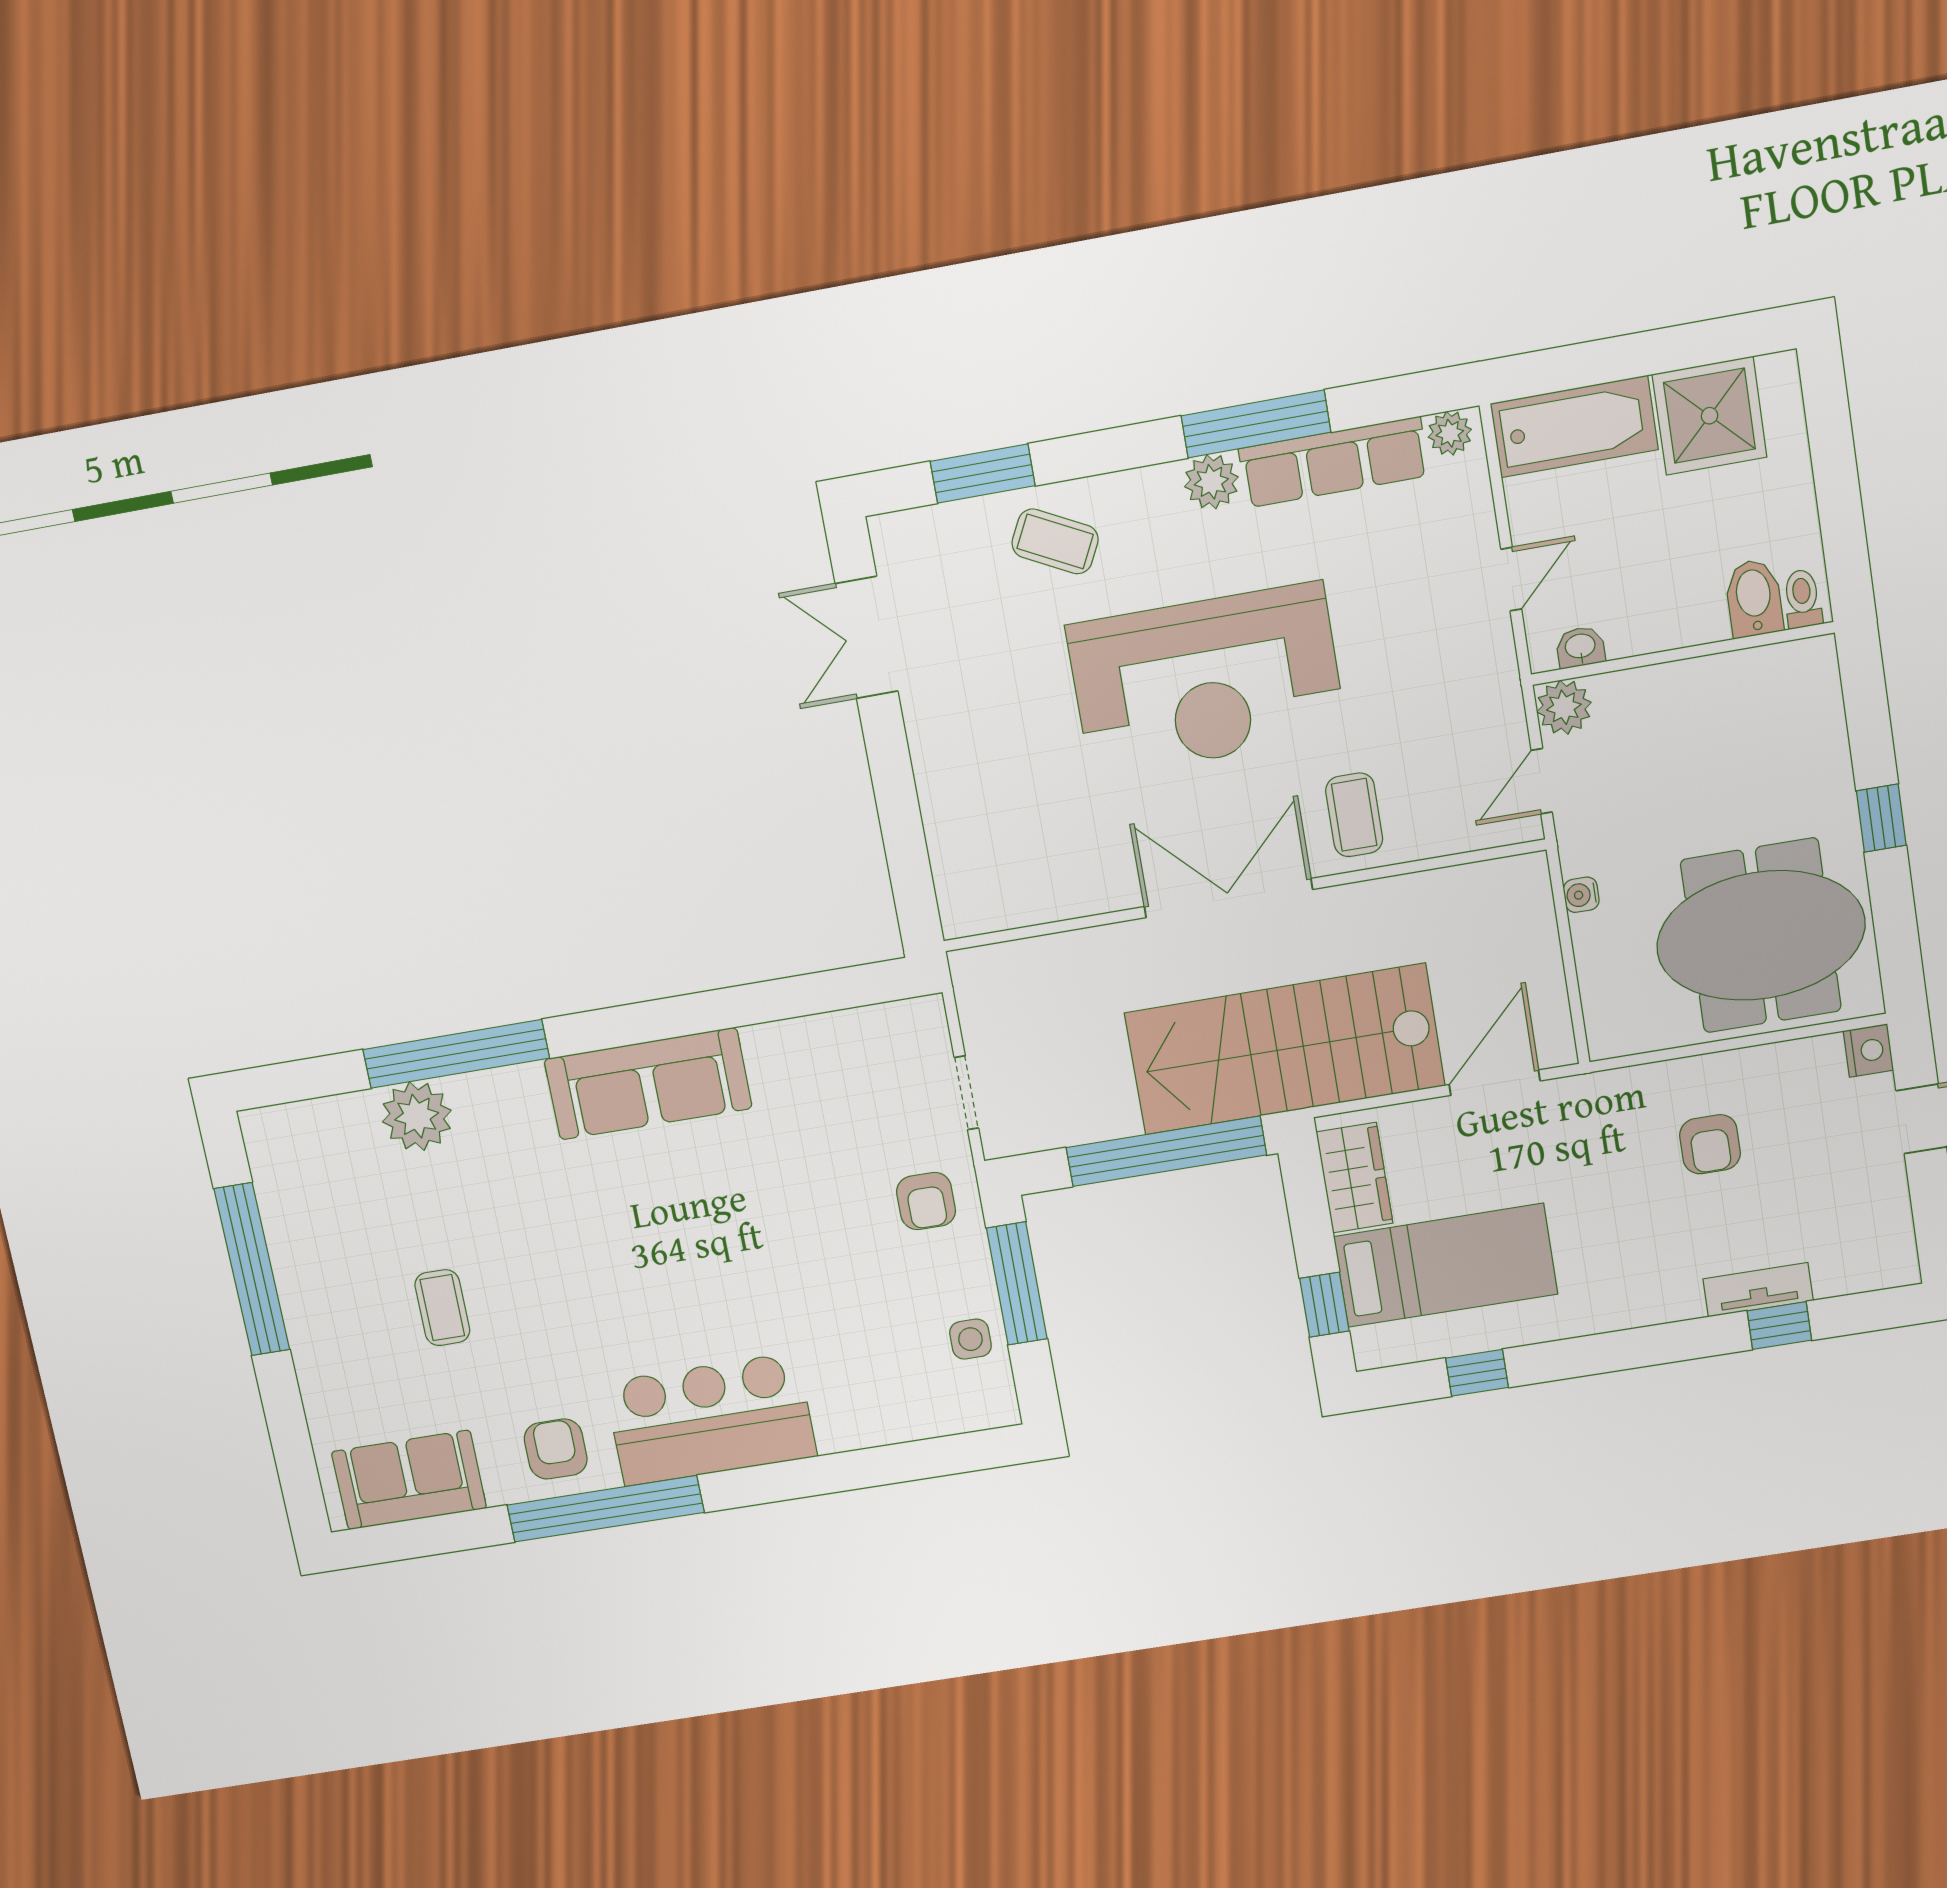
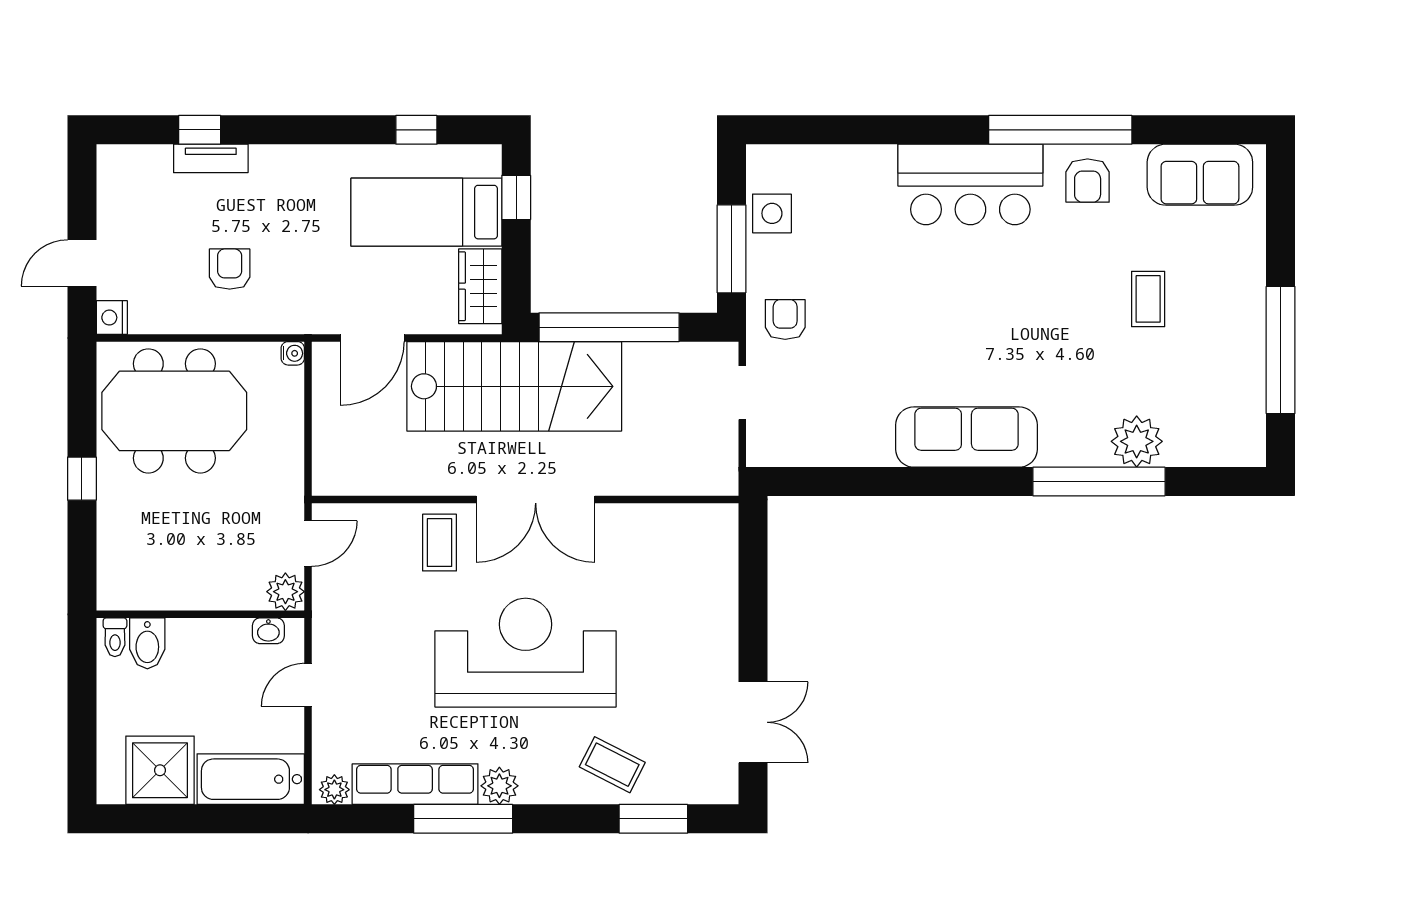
water cooler: (1581, 895) -> (293, 353), moved
side table: (970, 1339) -> (772, 213), width x1.37, depth x1.37

